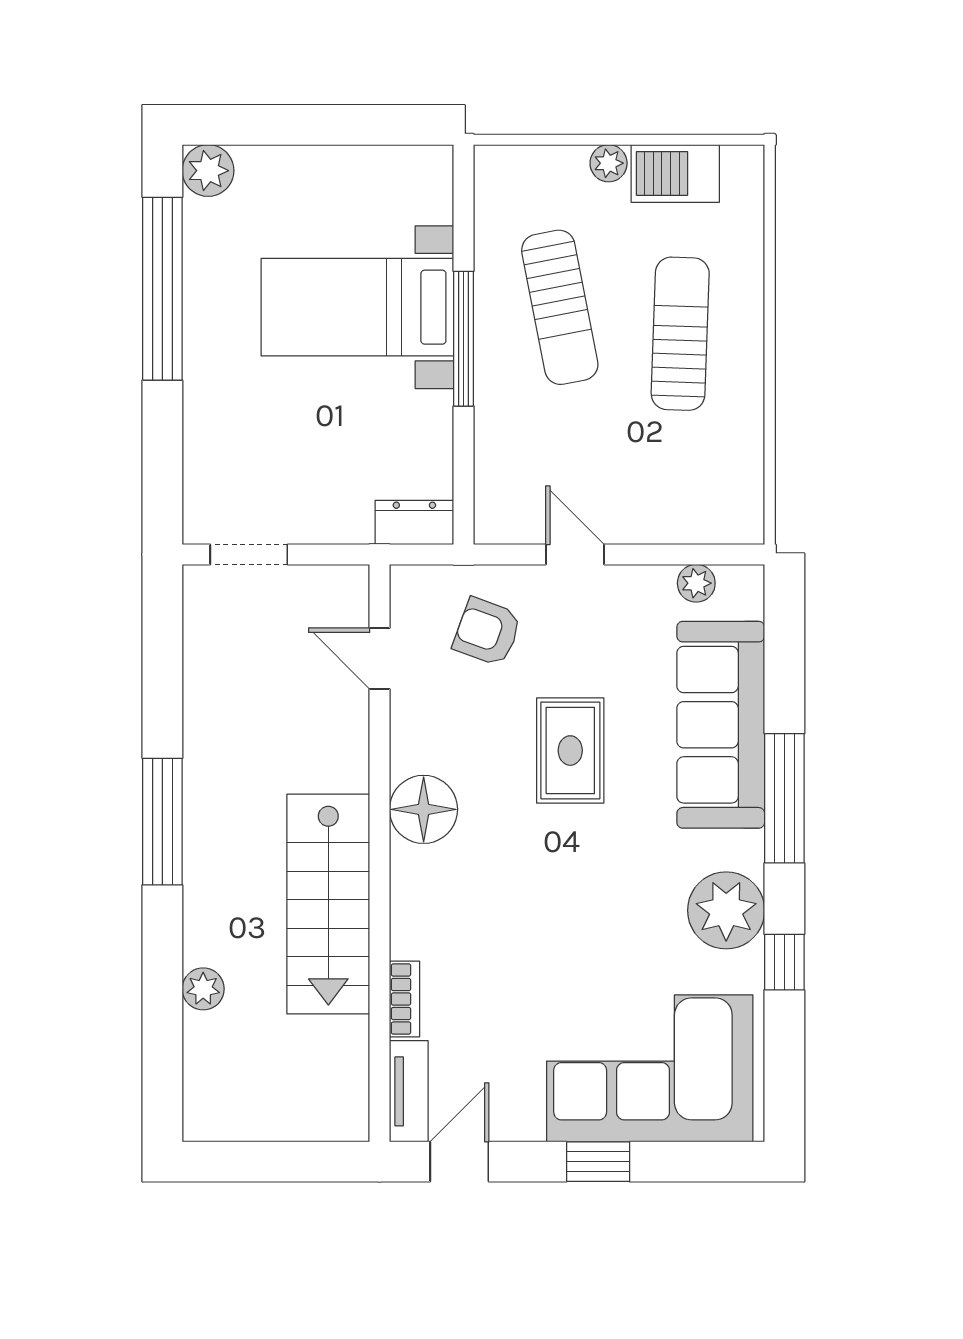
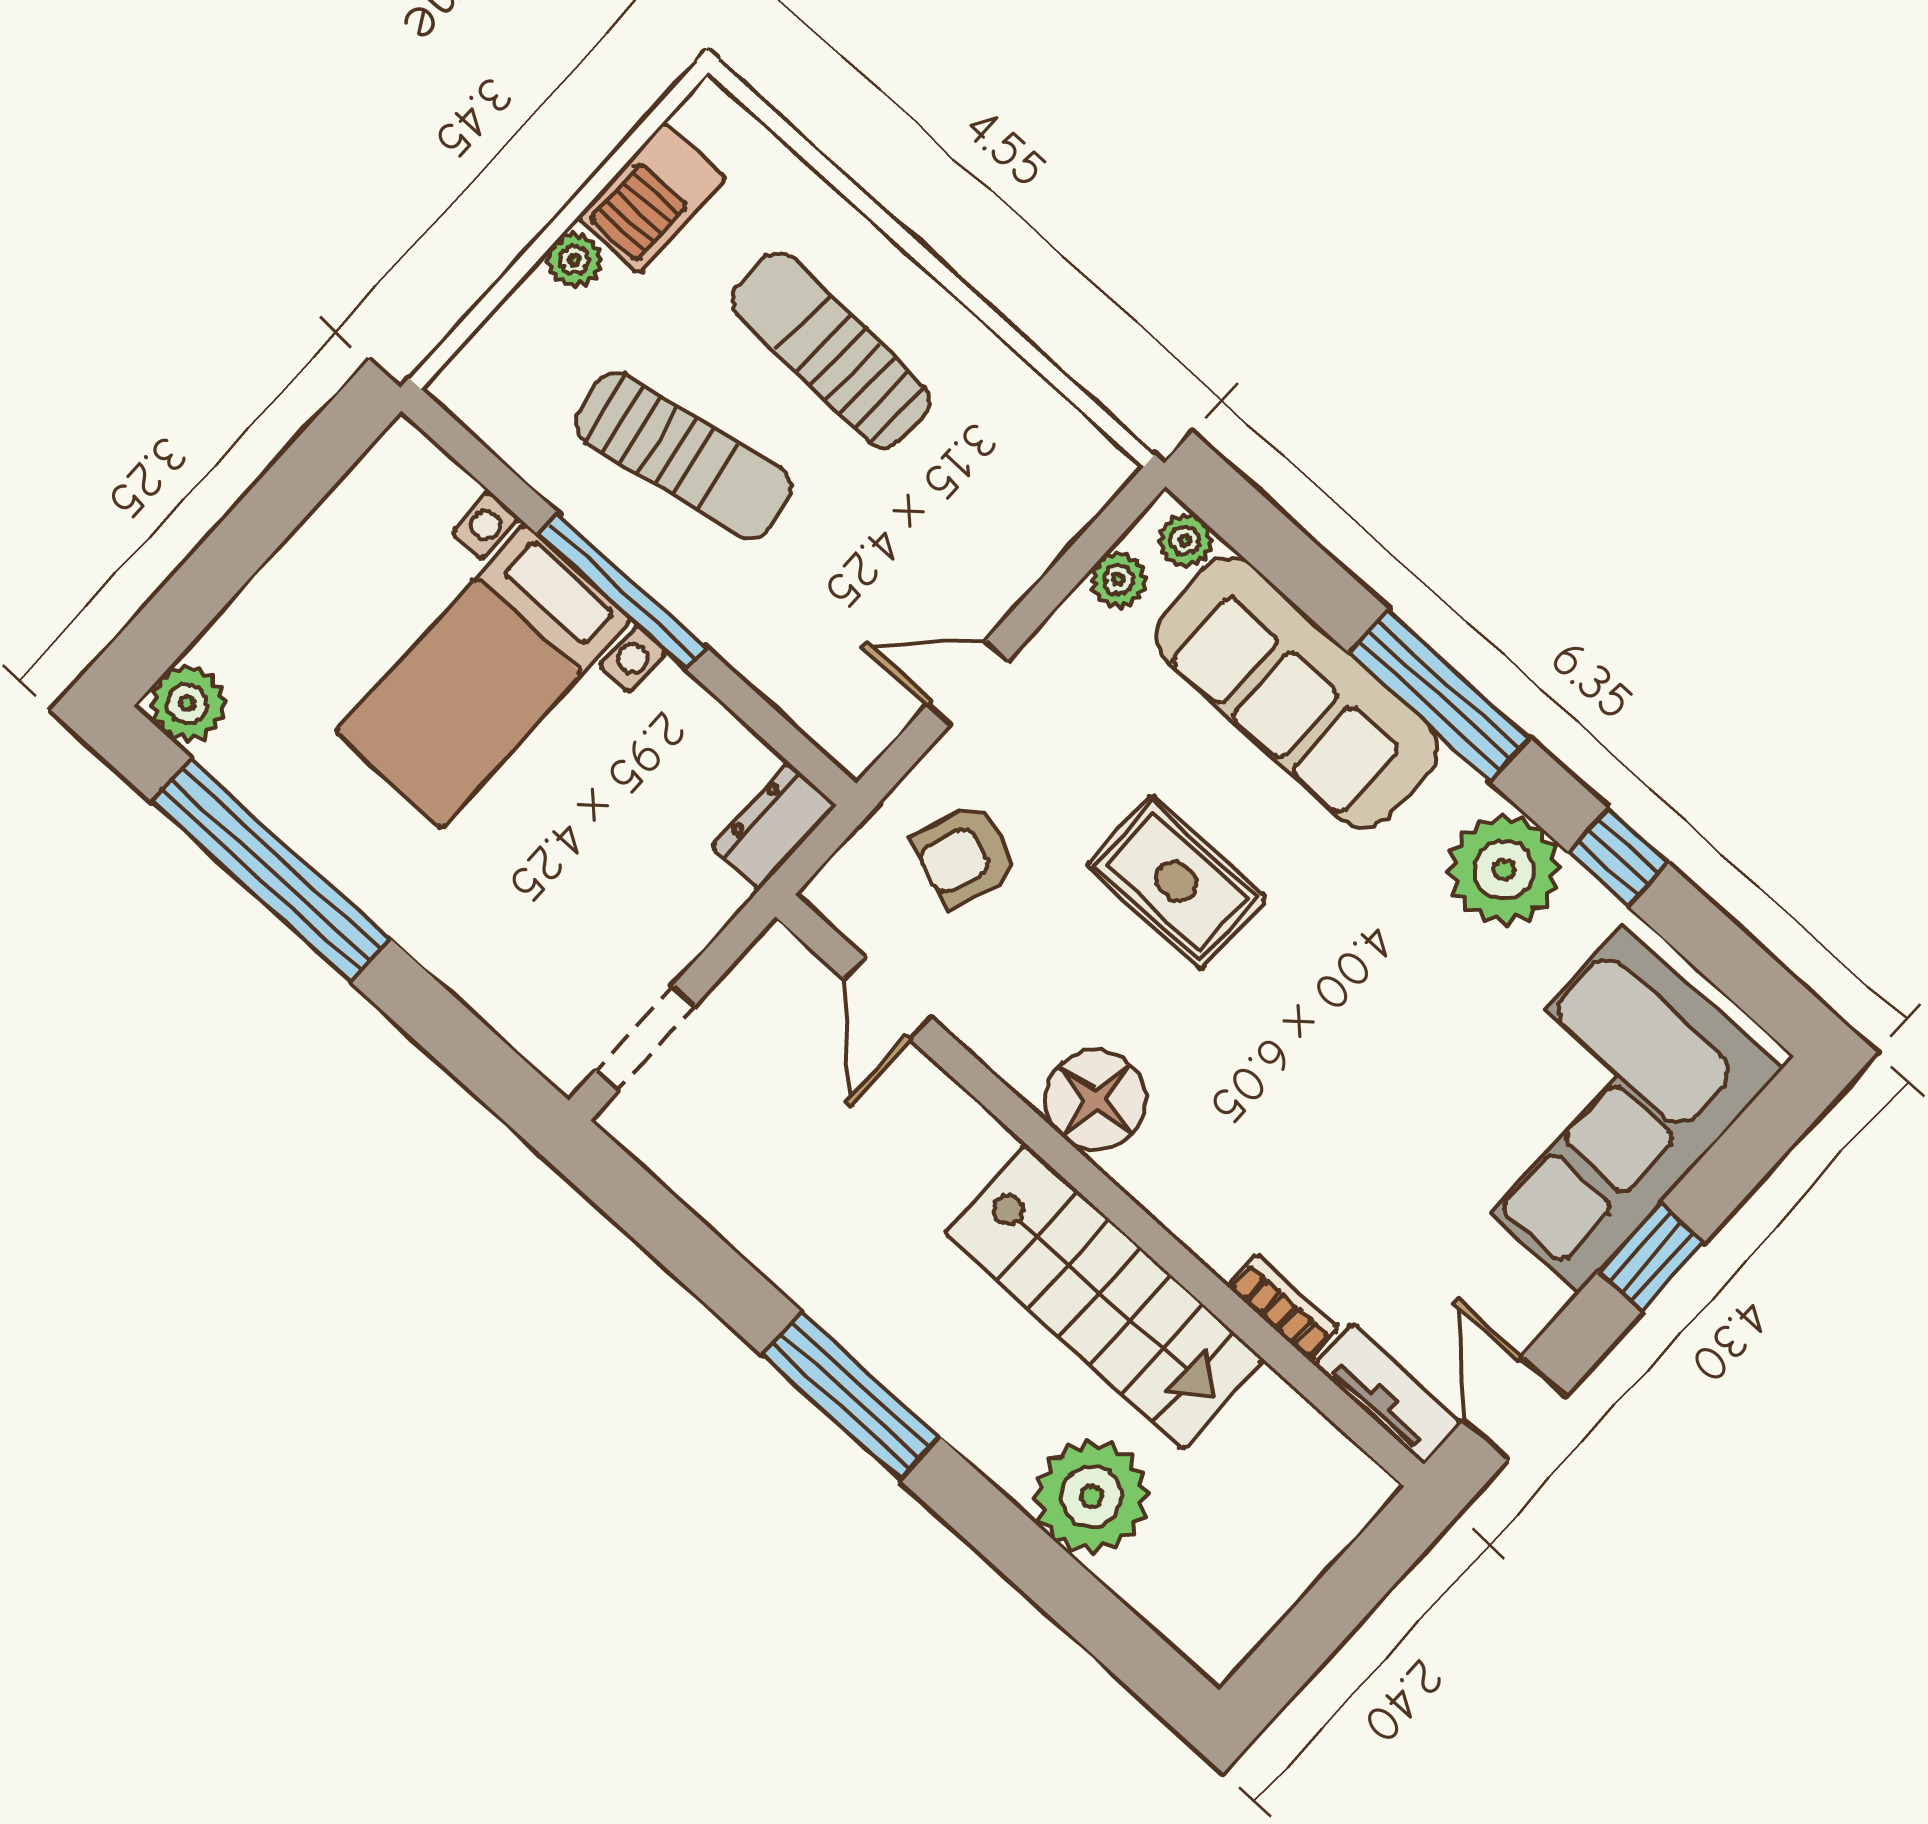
plant: (746, 599) -> (1185, 540), added
door: (380, 659) -> (888, 998), hinge flipped
plant: (203, 989) -> (1091, 1497), width x1.88, depth x1.88

